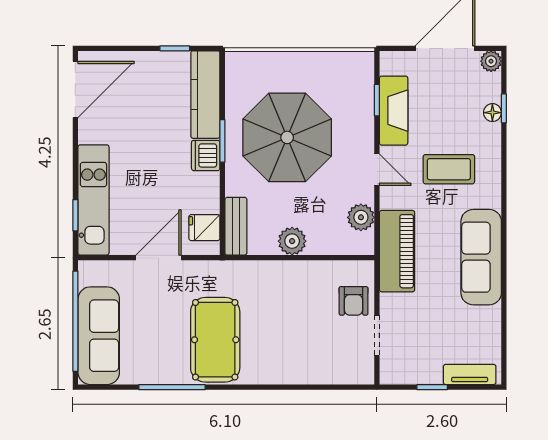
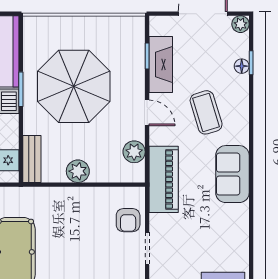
coffee table: (449, 169) -> (206, 112), turned 73
sofa: (481, 257) -> (232, 174), width x0.73

